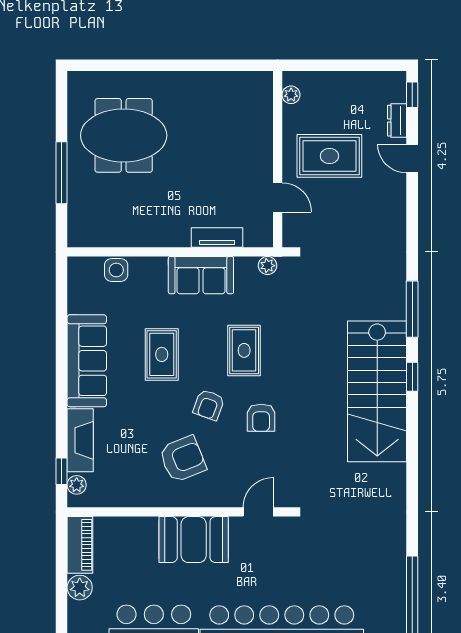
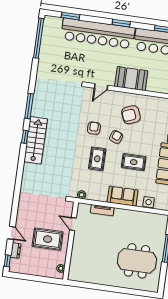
sofa: (201, 275) -> (123, 196), moved
window: (412, 309) -> (29, 106), moved
rug: (162, 354) -> (134, 162), turned 90
stairs: (377, 391) -> (36, 140), width x0.73, depth x0.66

